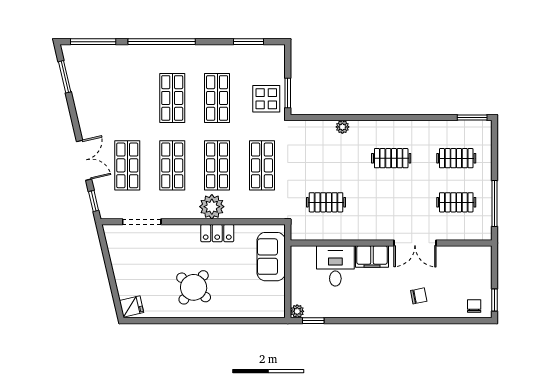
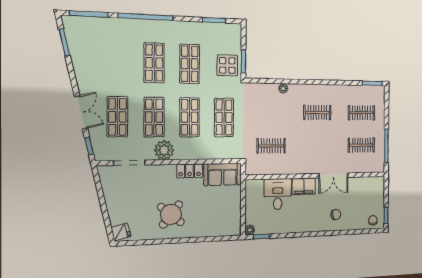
plant: (212, 207) -> (164, 150), moved
sofa: (271, 257) -> (222, 174), moved, turned -90

